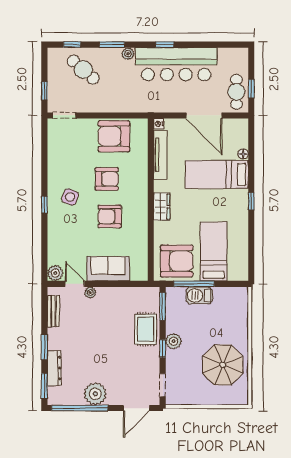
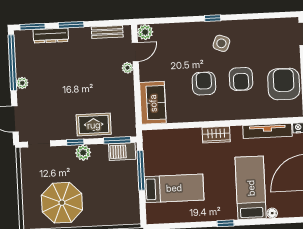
armchair: (177, 261) -> (163, 152), removed
sofa: (108, 269) -> (153, 103), moved
barbecue: (199, 295) -> (122, 152), moved, turned -90
plant: (95, 394) -> (22, 83), width x0.53, depth x0.53

